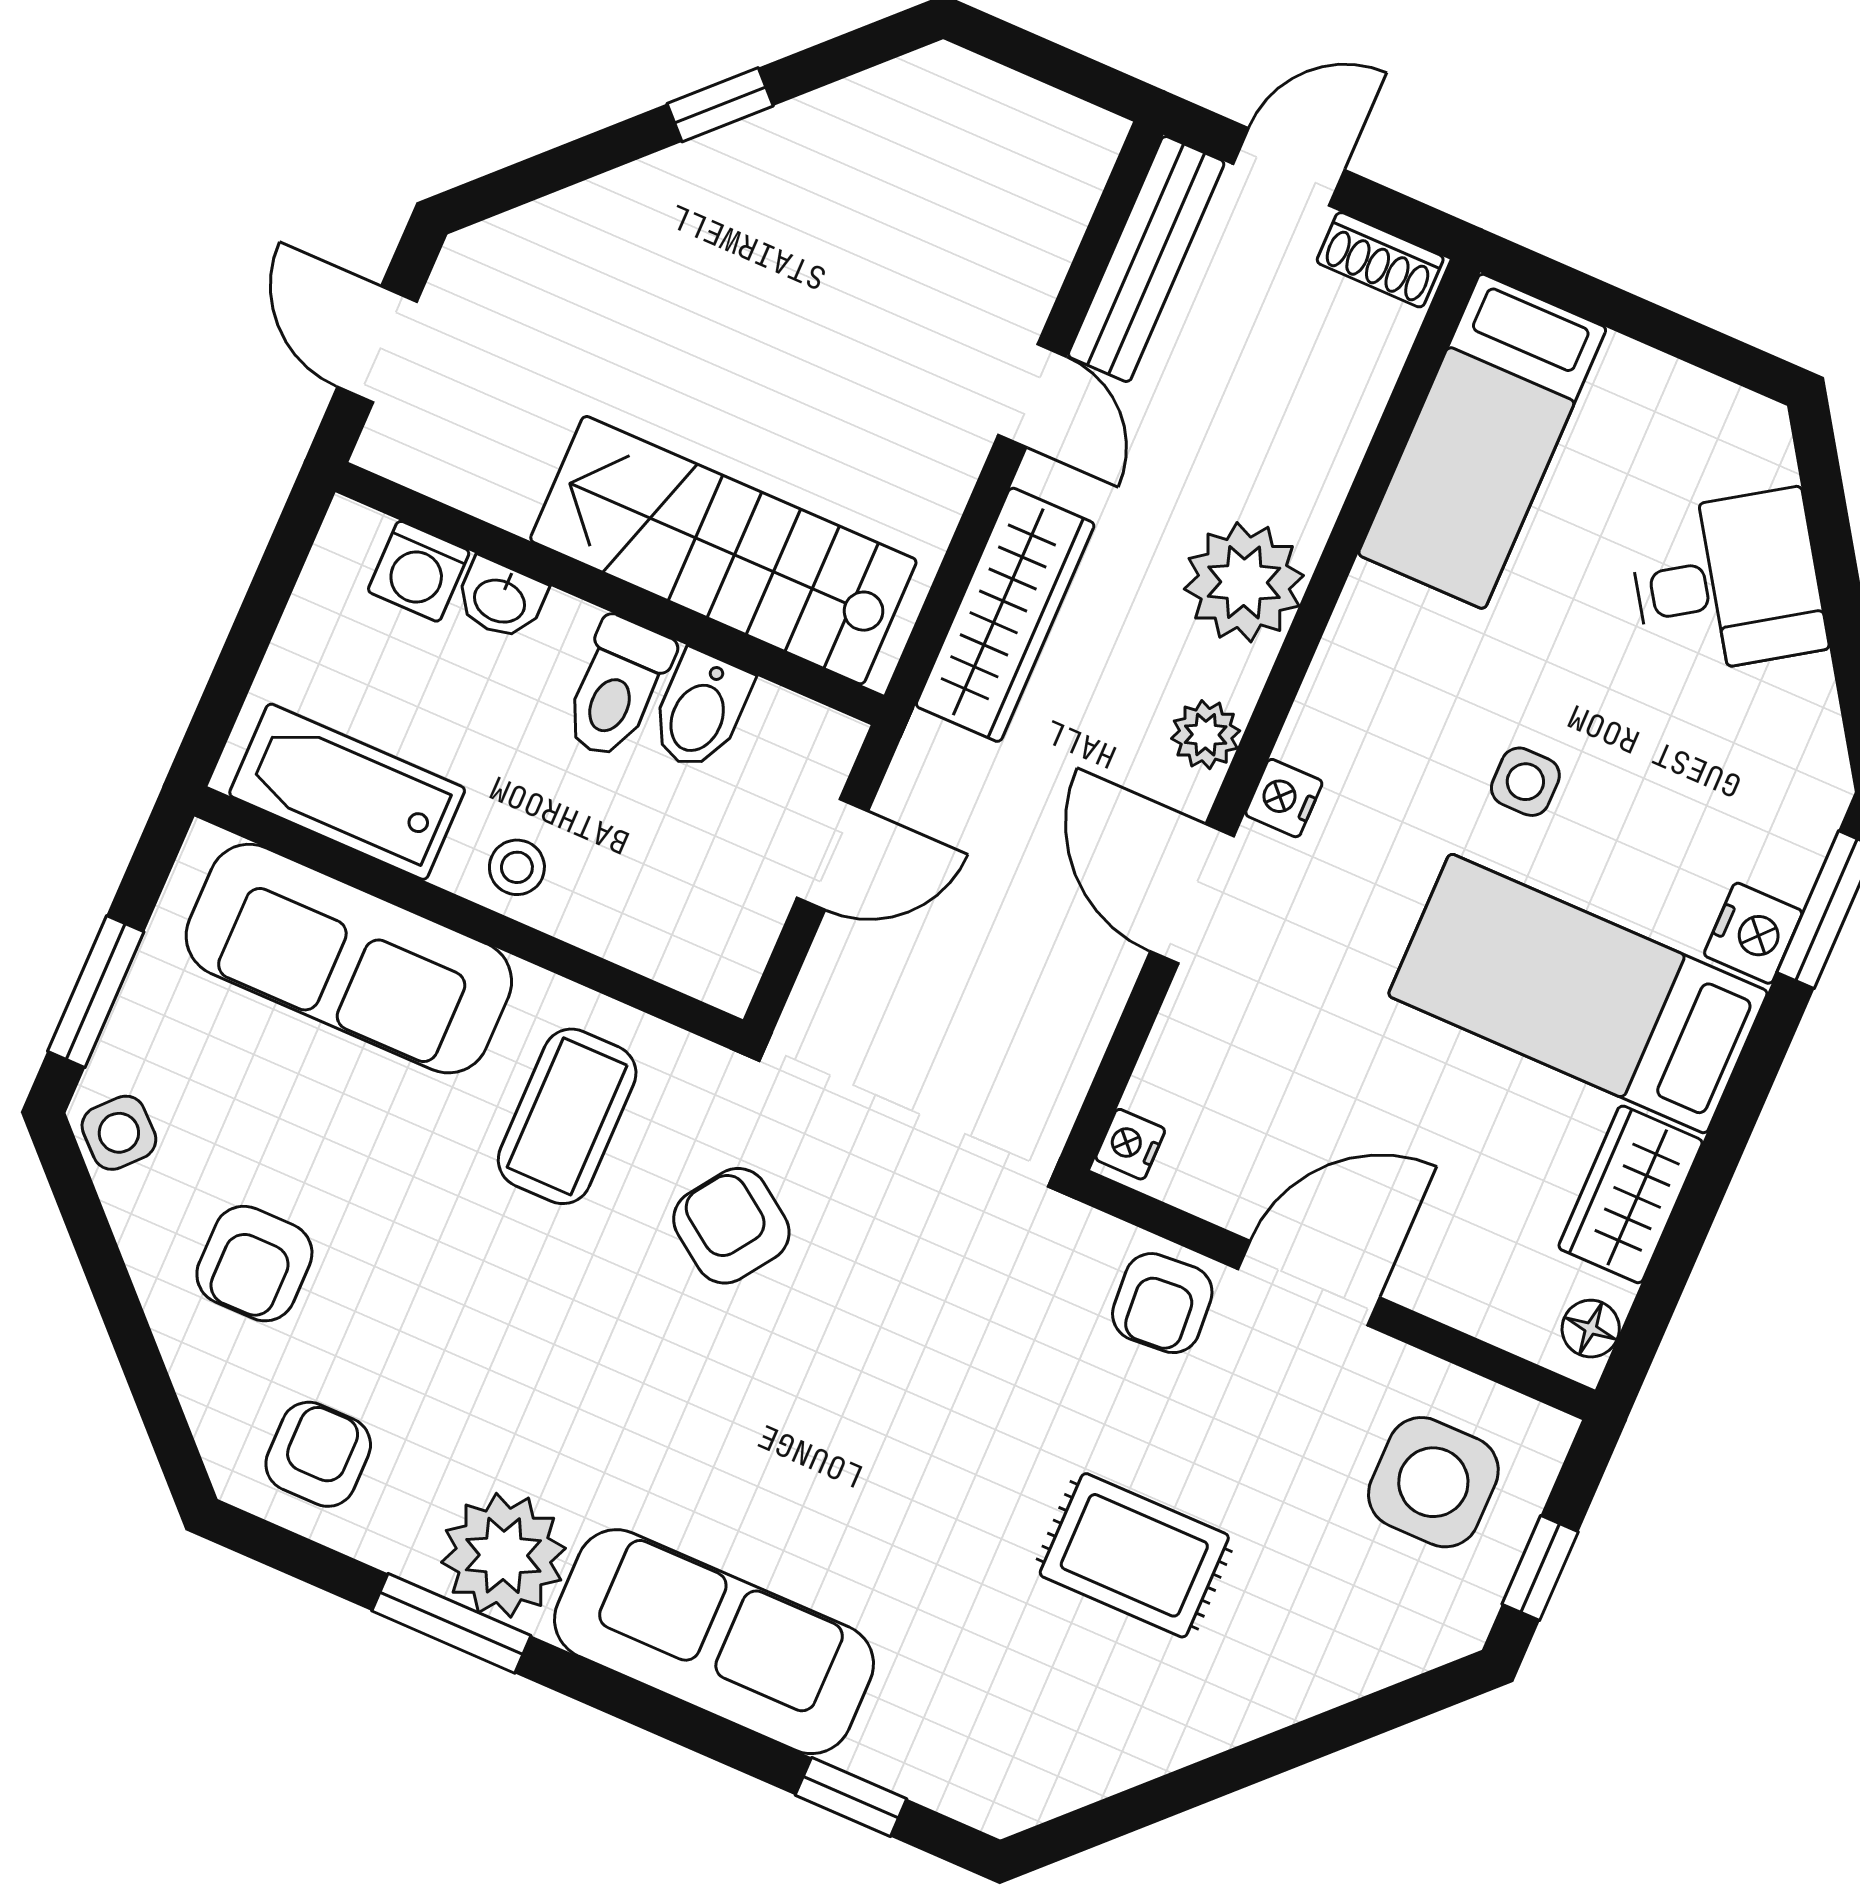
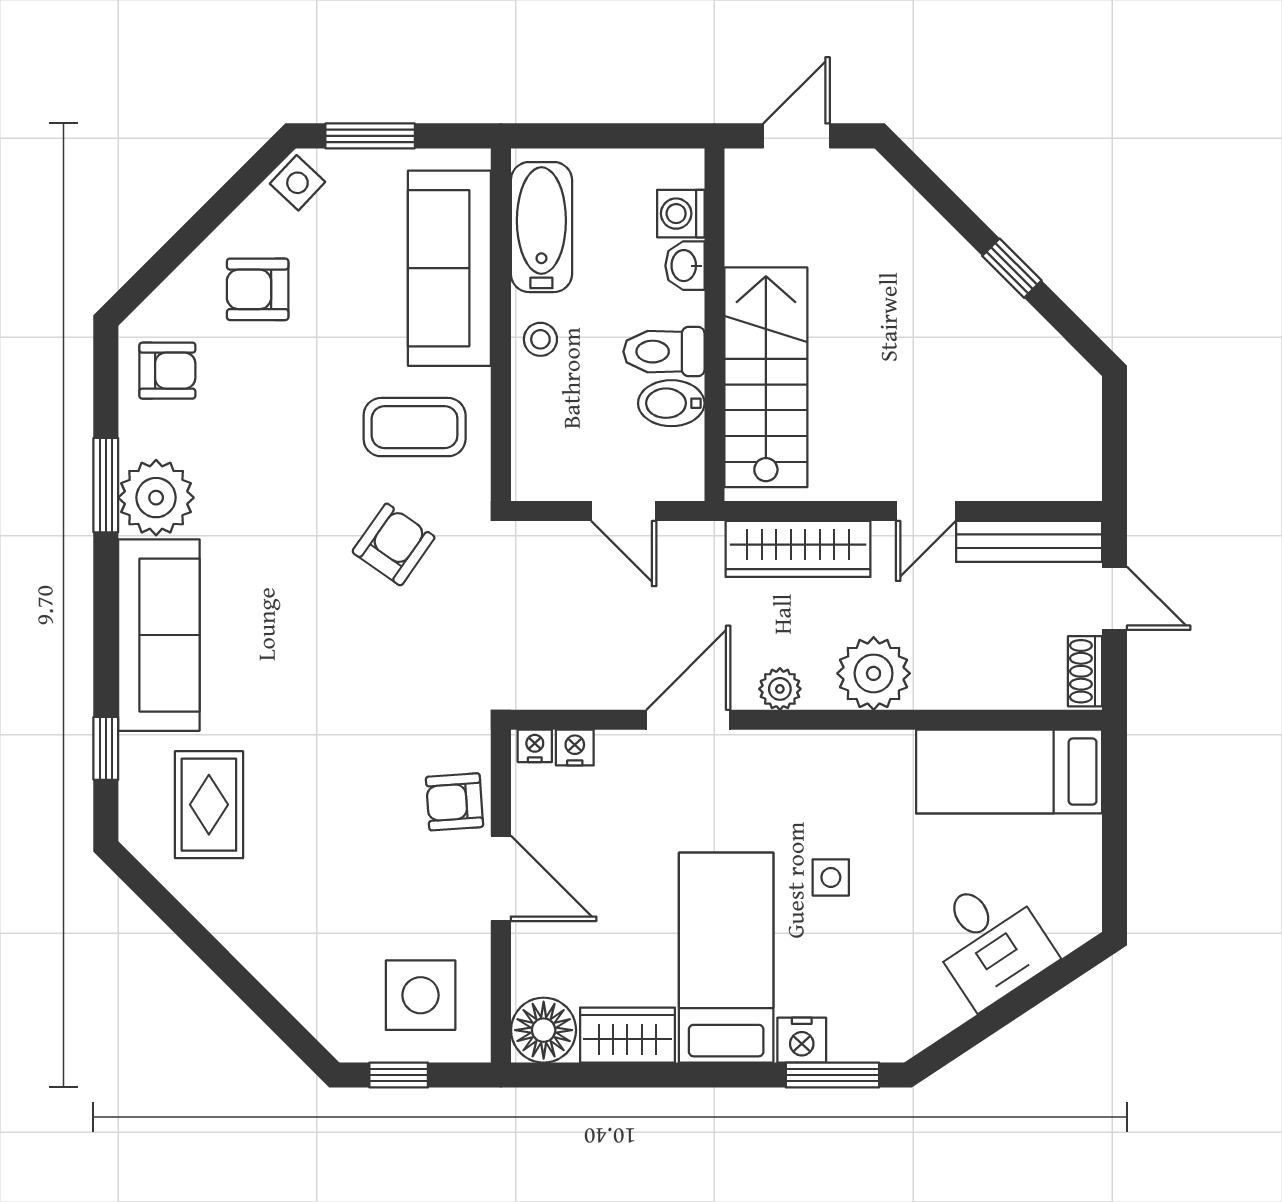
nightstand: (1284, 798) -> (575, 748), moved
floor lamp: (1591, 1329) -> (544, 1030), width x1.89, depth x1.89
rug: (1134, 1555) -> (209, 805), moved

